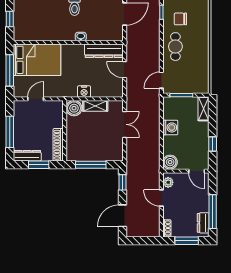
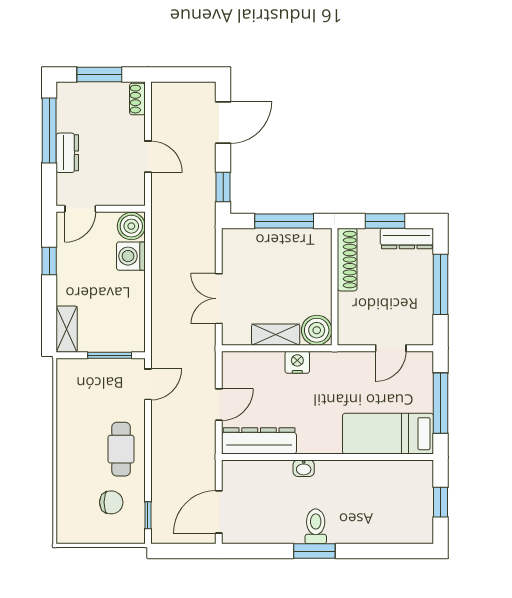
bed: (37, 60) -> (388, 434), width x0.67
door: (125, 70) -> (219, 405), hinge flipped
washing machine: (170, 127) -> (131, 256), moved
door: (197, 171) -> (80, 209), swing flipped
plant: (168, 182) -> (135, 187), removed
dresser: (203, 223) -> (67, 153), moved

